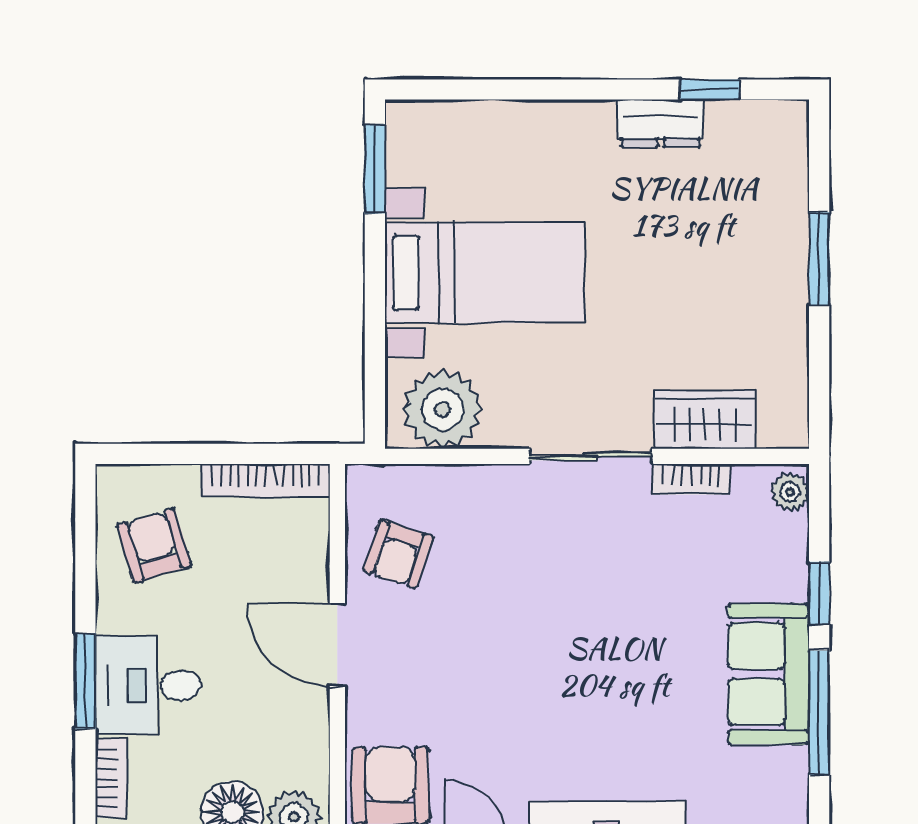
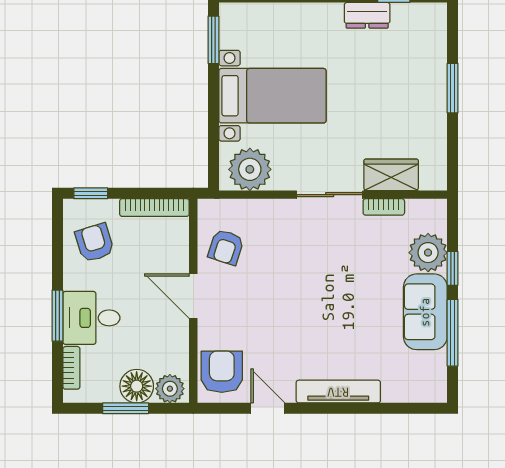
window: (147, 454) -> (91, 193), added
plant: (790, 492) -> (428, 253), moved, width x1.88, depth x1.88

